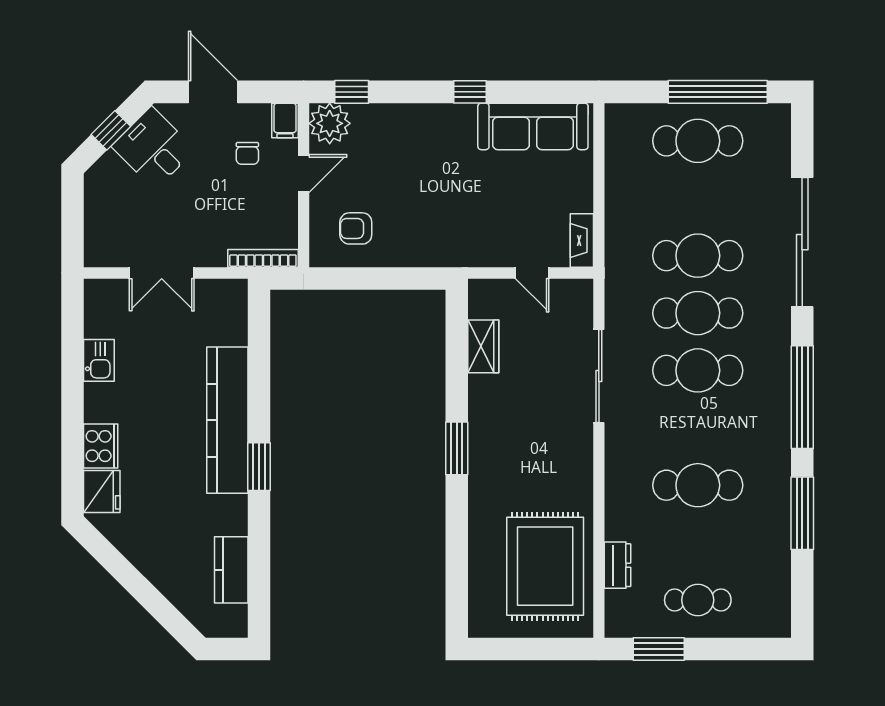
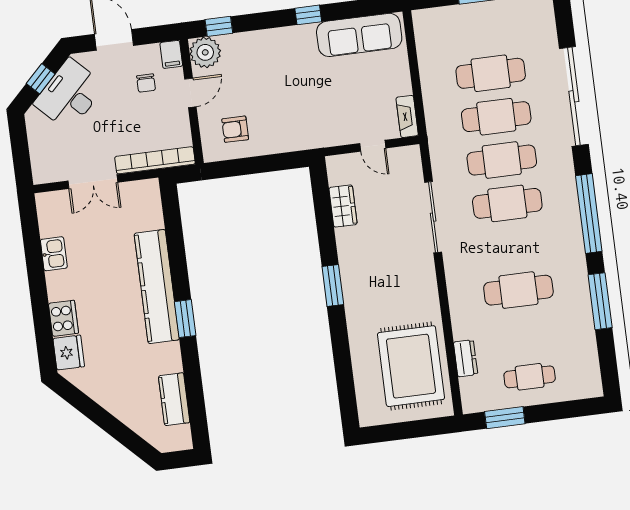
cafe table: (698, 141) -> (491, 73), moved
desk: (153, 148) -> (69, 95), width x1.37
bookcase: (263, 258) -> (155, 160), width x1.48, depth x1.31

